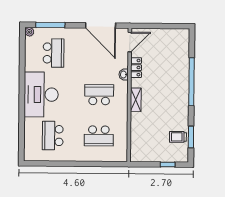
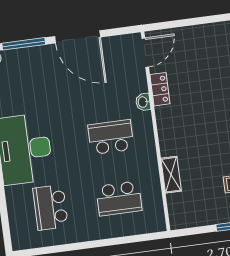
door: (101, 25) -> (78, 37), moved
school desk: (53, 53) -> (34, 85), removed
shelving: (136, 100) -> (171, 175), moved

